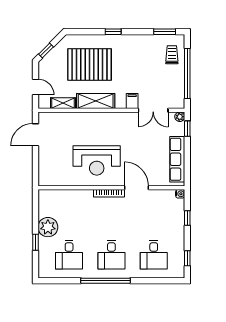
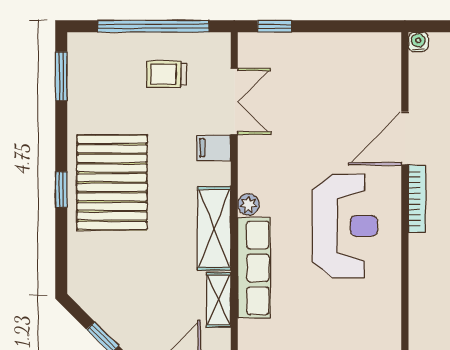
trolley: (172, 55) -> (166, 74), moved
pallet: (90, 64) -> (112, 182), moved
plant: (180, 117) -> (249, 204), moved
row of seats: (177, 159) -> (254, 268), moved, turned -90

